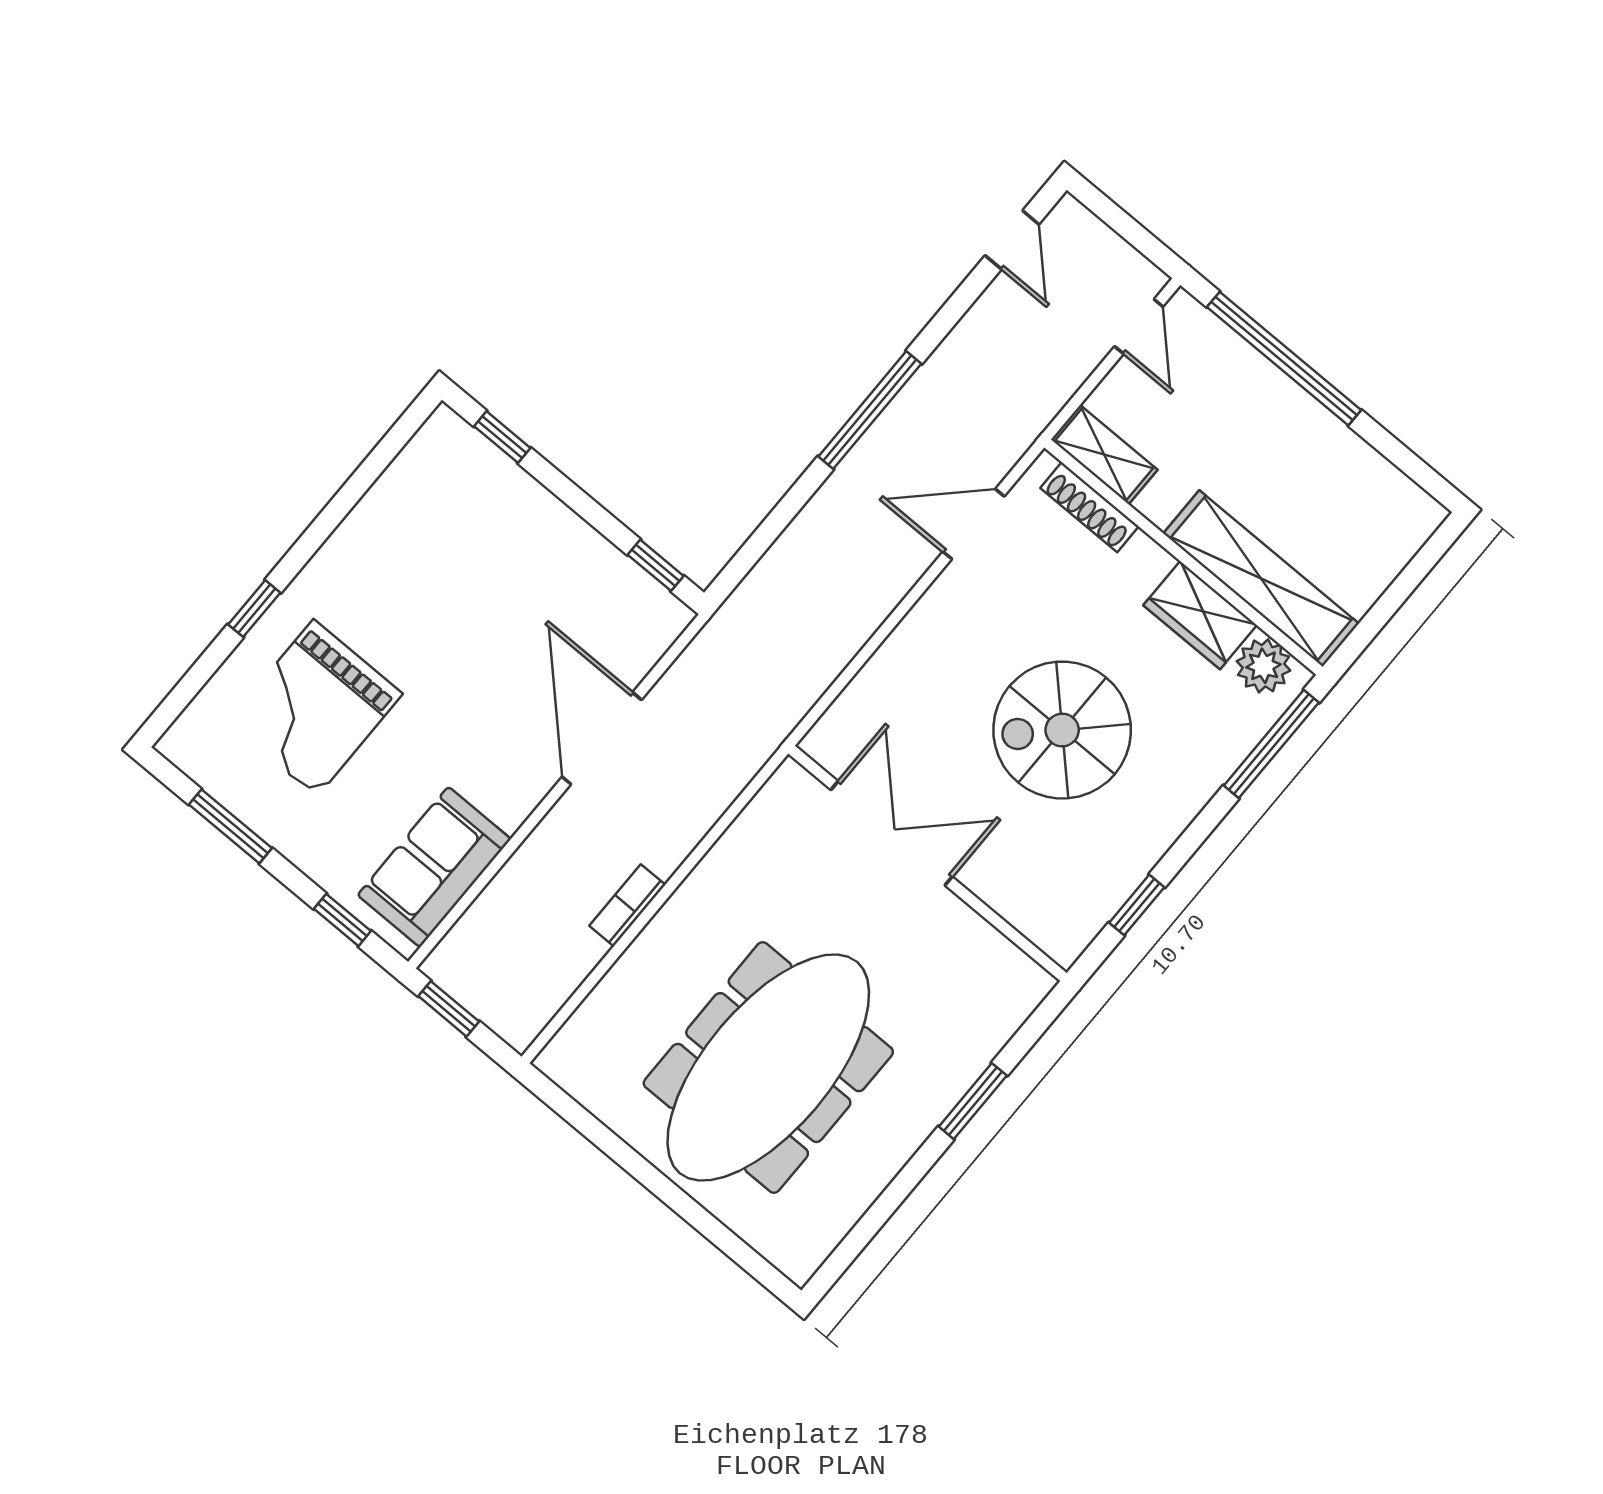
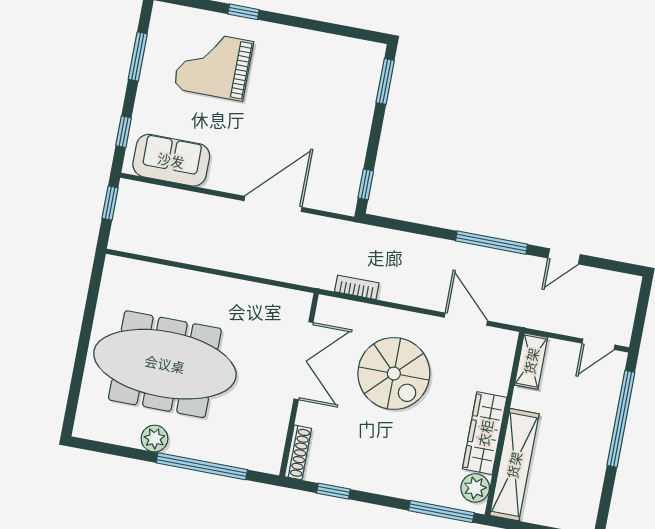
door: (1012, 240) -> (564, 256), moved
window: (502, 437) -> (385, 81), width x1.50
shoe rack: (1089, 507) -> (298, 452), moved, turned 180
wardrobe: (1200, 615) -> (485, 433), width x1.50
spiral stairs: (1062, 730) -> (394, 373), moved, turned 180
bookcase: (627, 905) -> (357, 287), moved
window: (973, 1101) -> (202, 466), width x2.11
plant: (882, 1154) -> (154, 439), added

